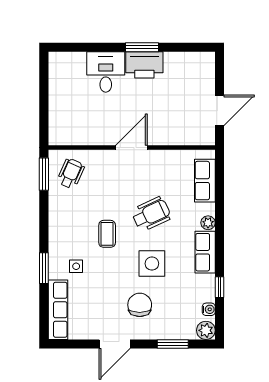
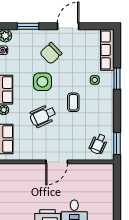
chair: (140, 305) -> (51, 53), turned 46

